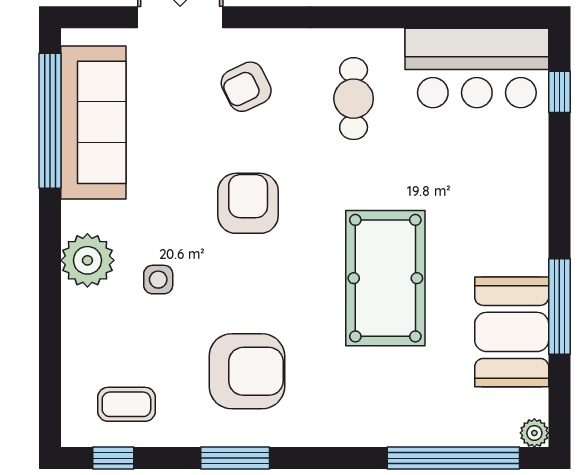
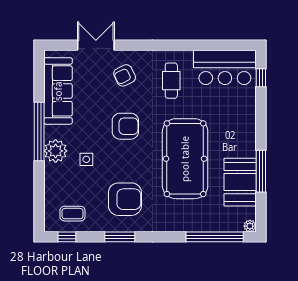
window: (50, 121) -> (39, 131), moved
armchair: (248, 203) -> (125, 126), turned 90
pool table: (385, 278) -> (185, 159), width x1.36, depth x1.32

